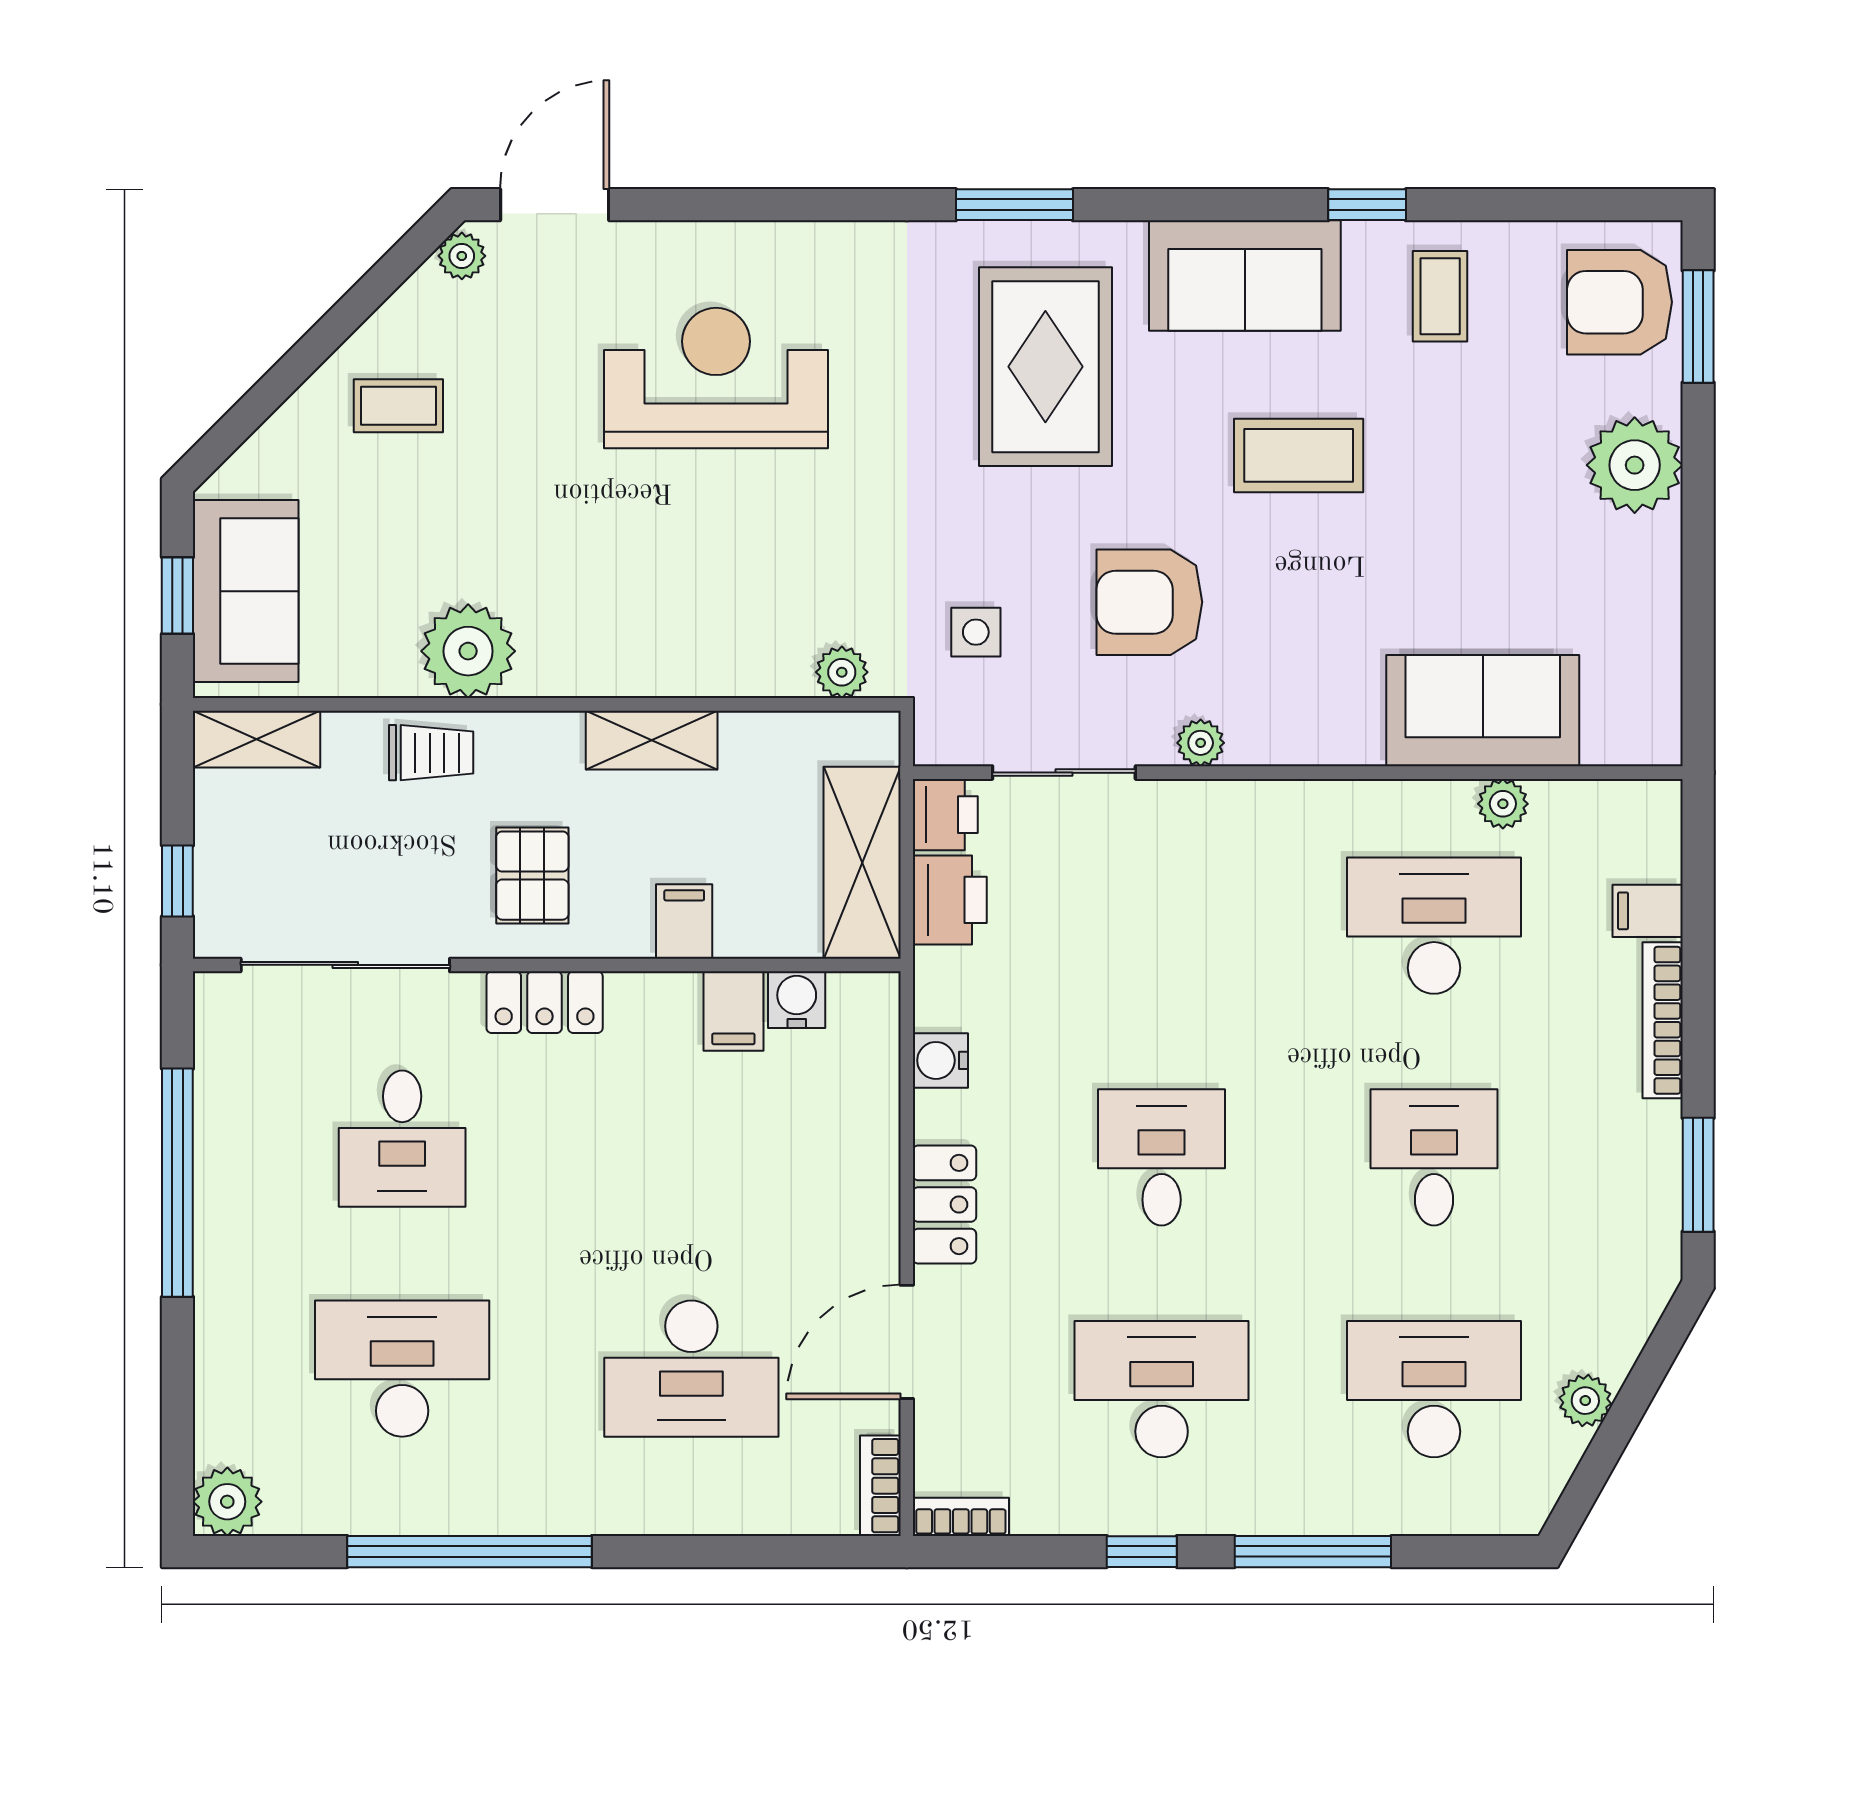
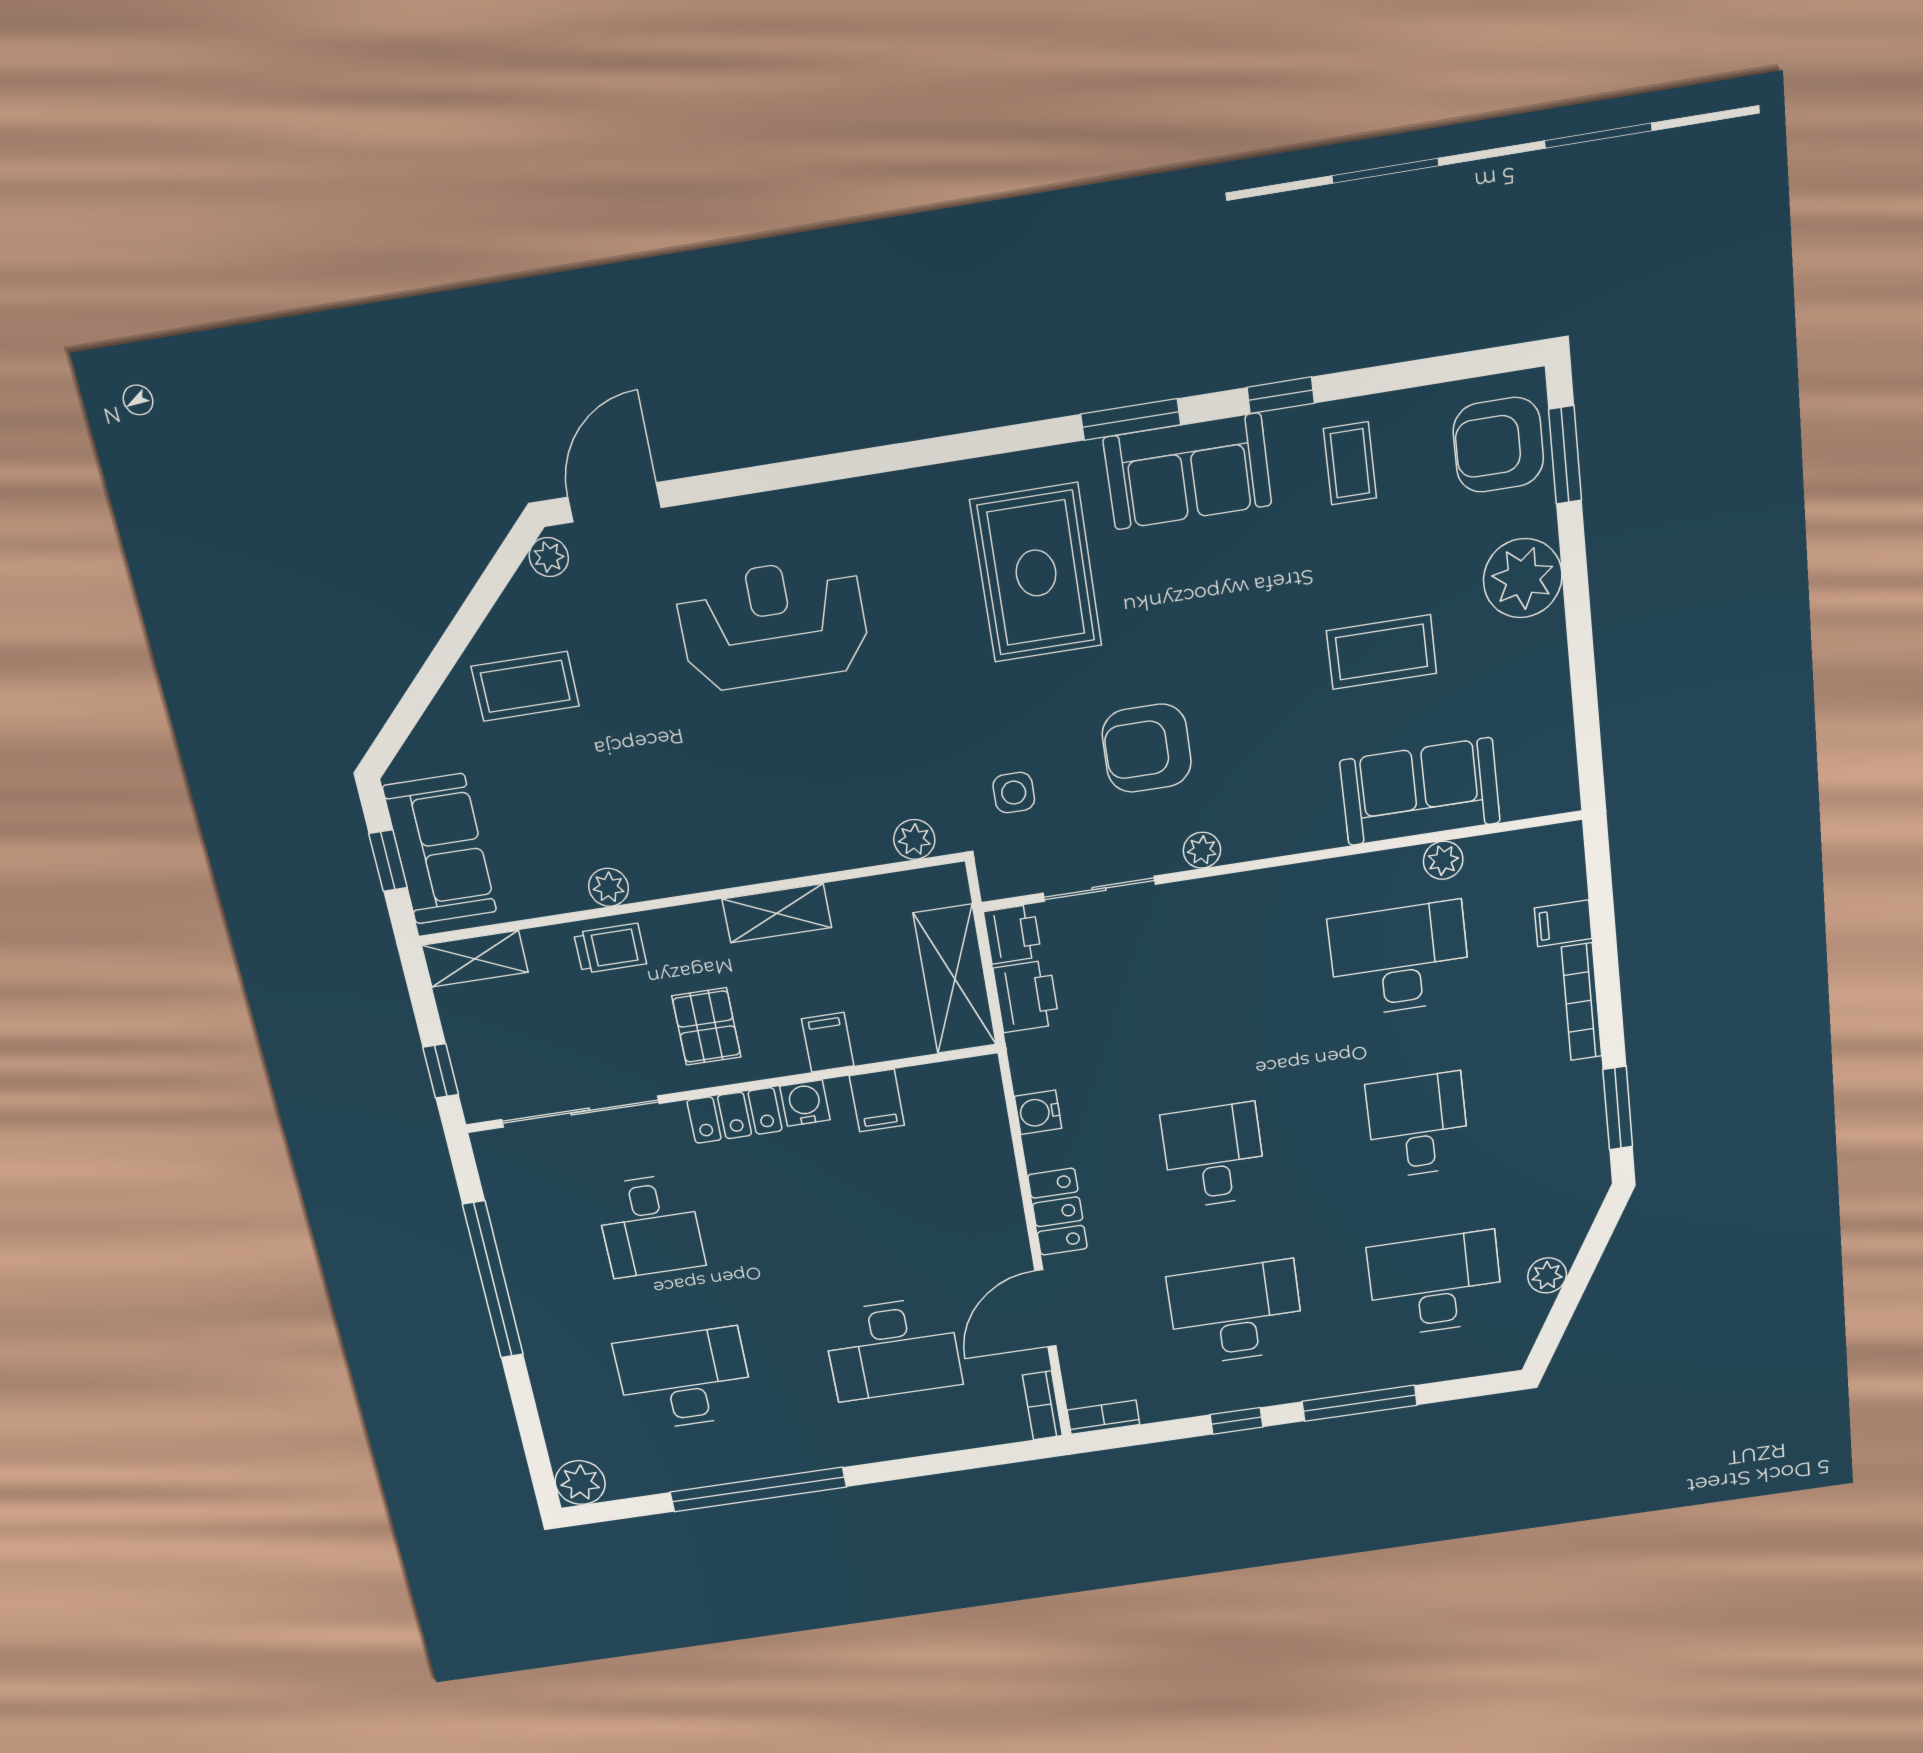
window: (1014, 205) -> (1131, 419), moved
coffee table: (398, 406) -> (525, 686), width x1.36, depth x1.30
coffee table: (1299, 455) -> (1382, 652), moved
plant: (468, 651) -> (609, 887), width x0.53, depth x0.53
water cooler: (797, 1000) -> (805, 1103), moved

